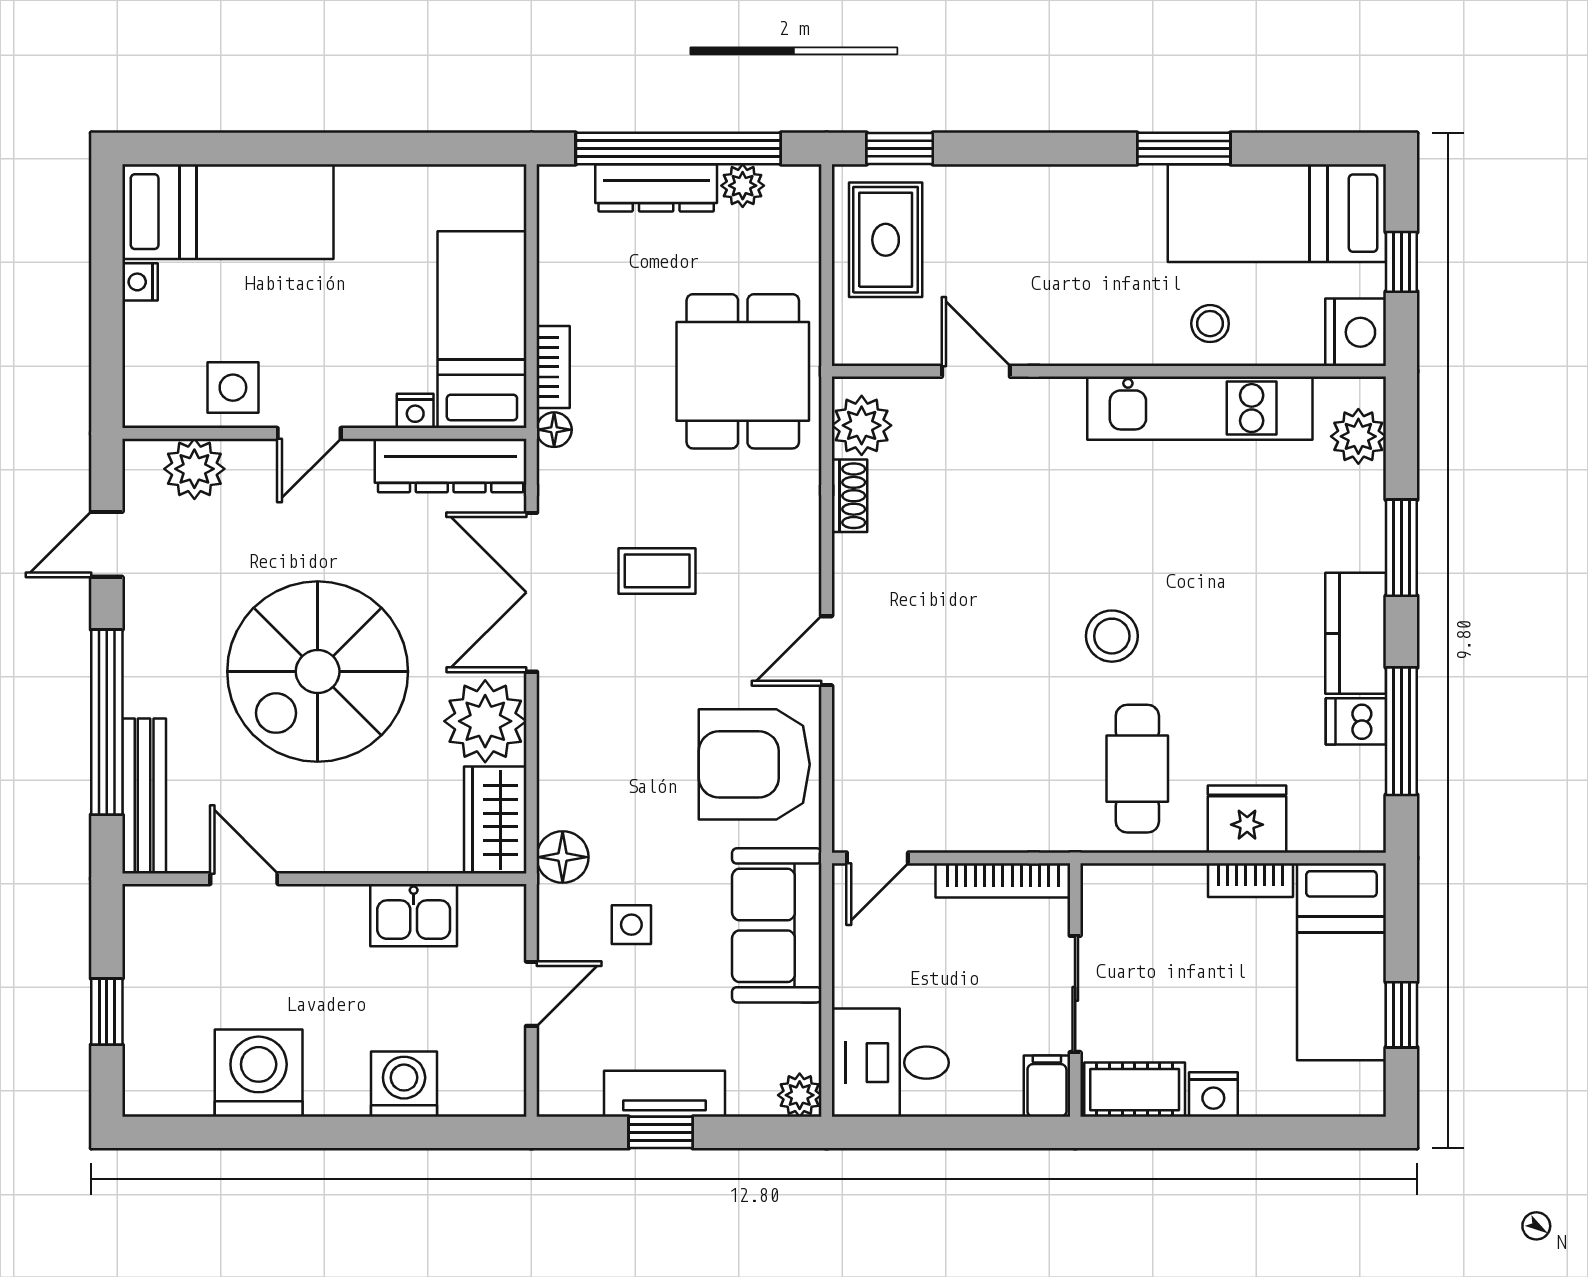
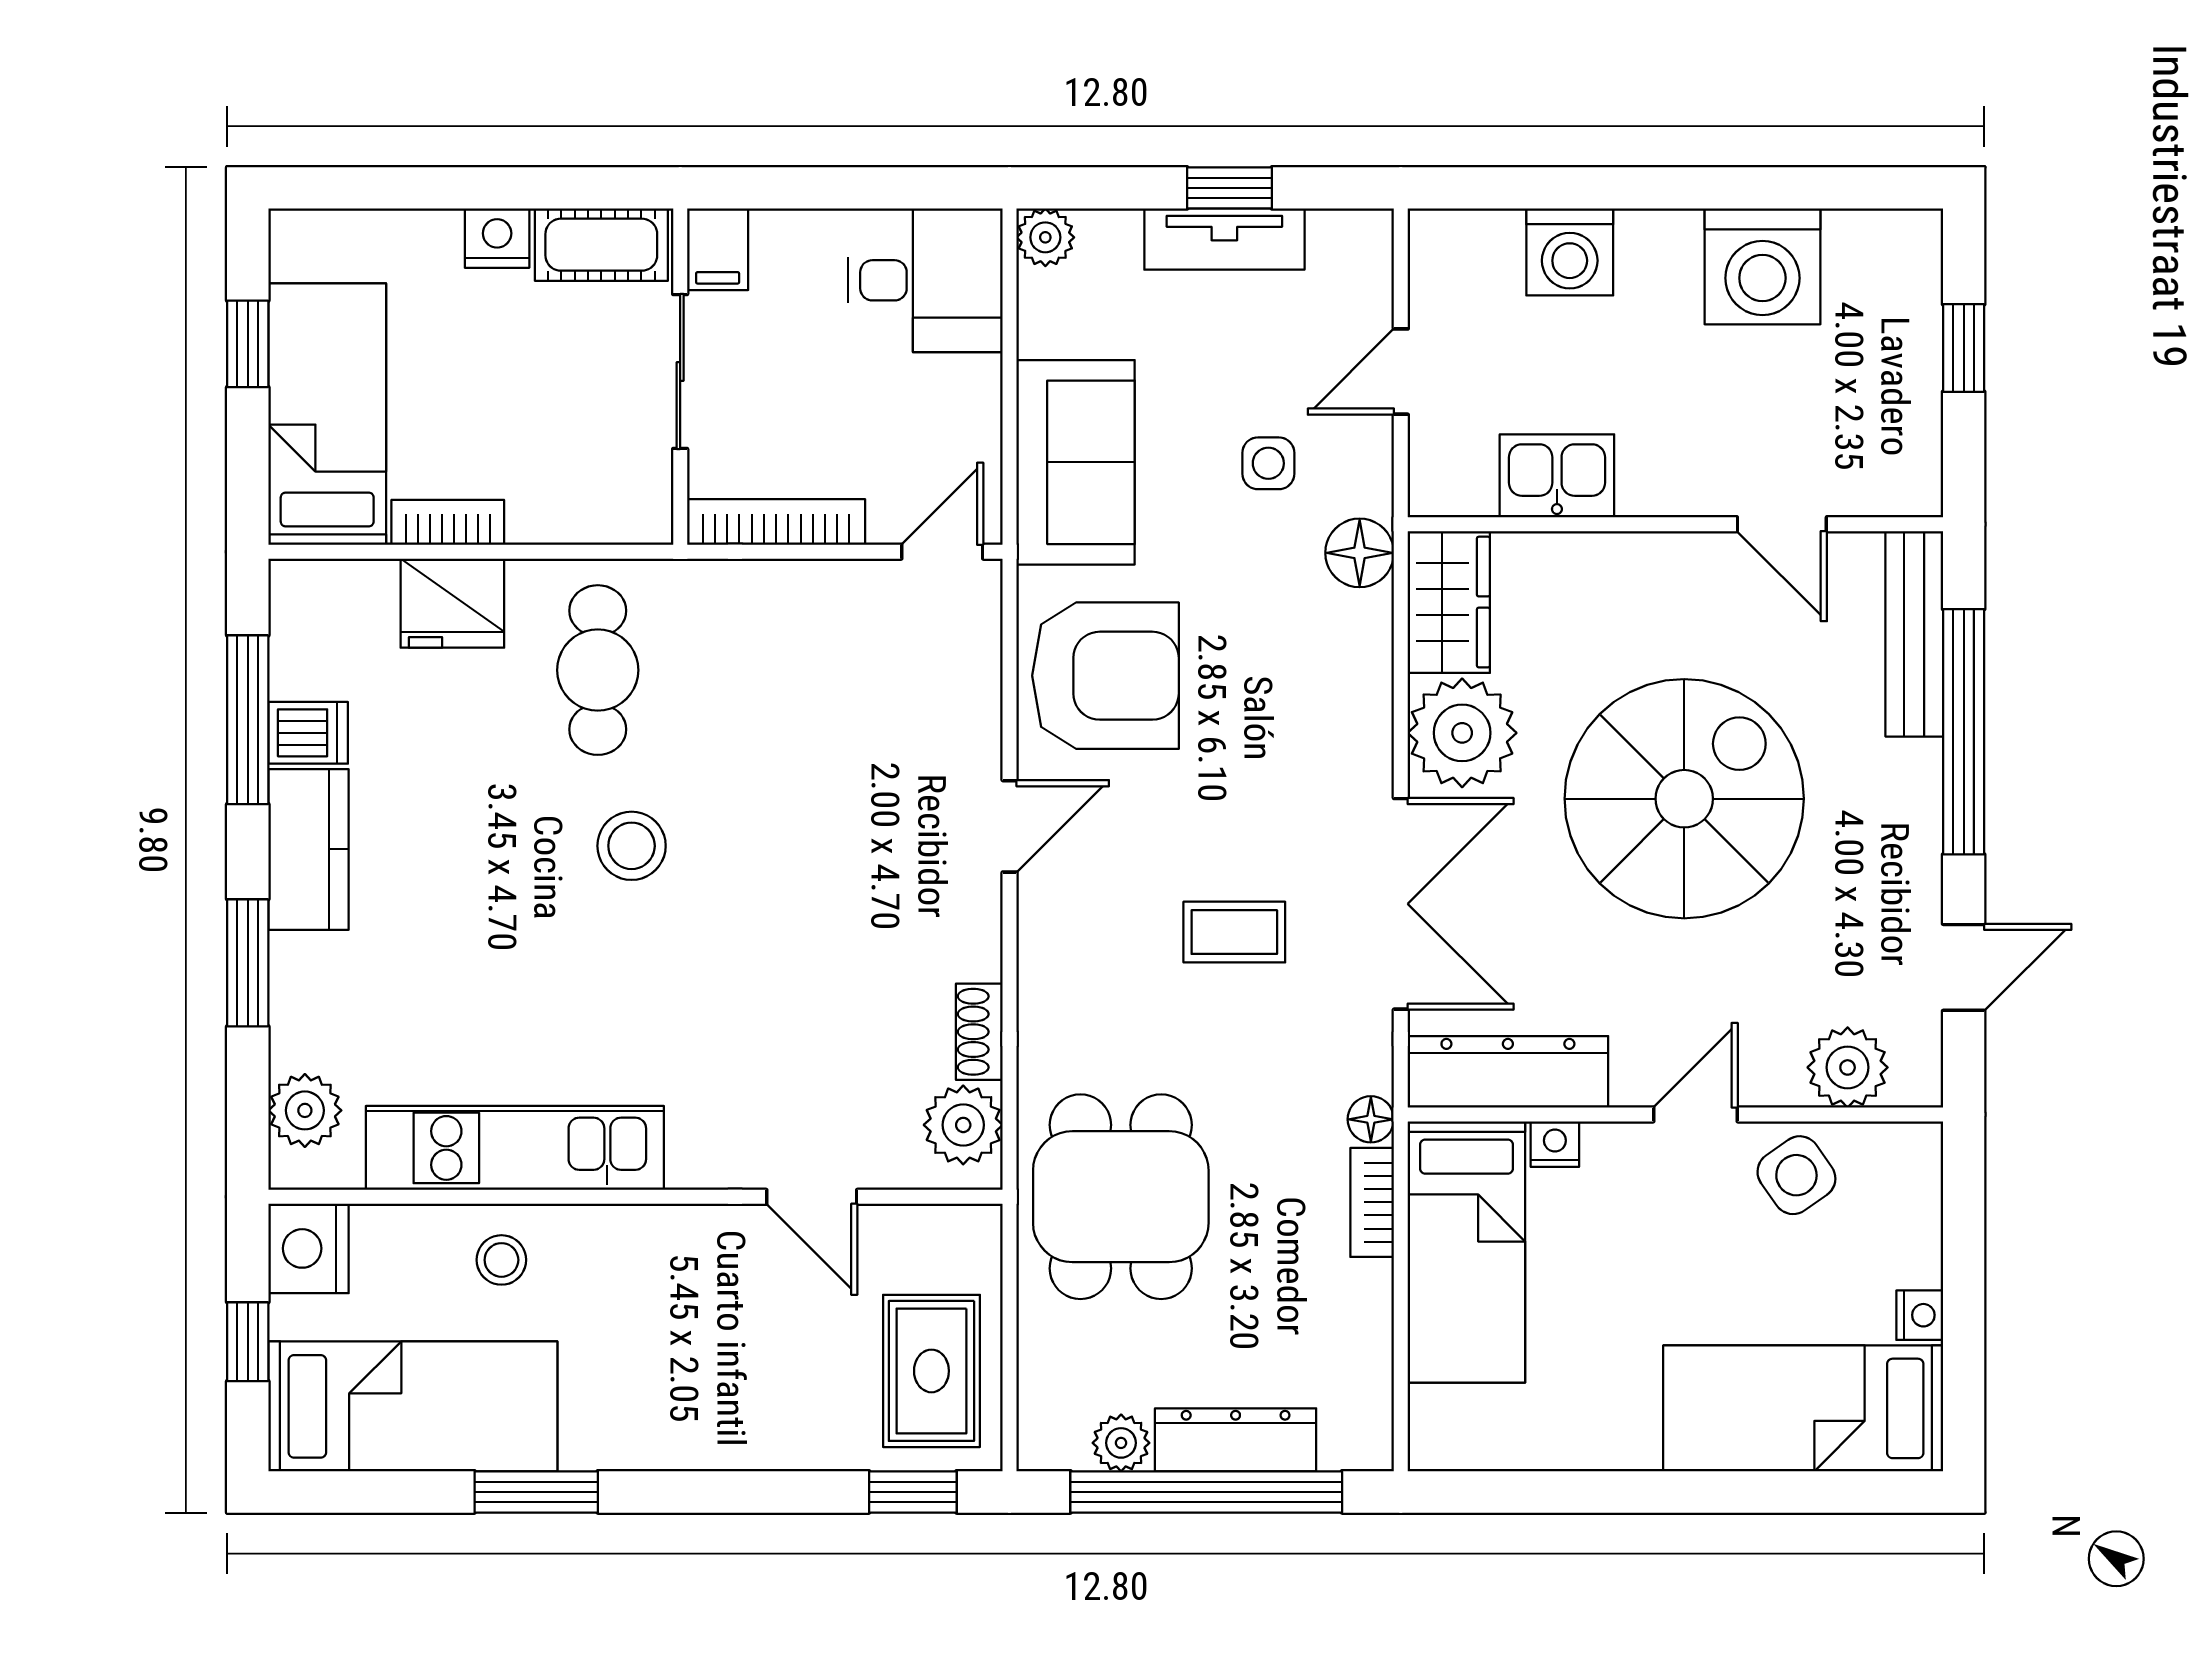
side table: (233, 388) -> (1796, 1175), turned -35

